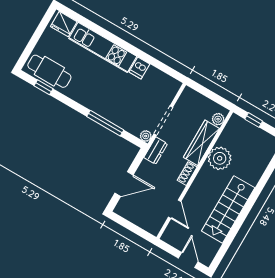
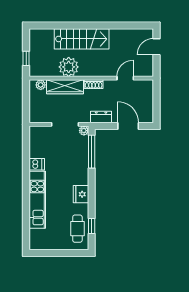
fridge: (64, 24) -> (81, 194), moved, turned 180
cafe table: (49, 71) -> (77, 229), width x0.73, depth x0.74
window: (105, 123) -> (92, 152), moved
dresser: (156, 151) -> (101, 117), moved
stairs: (228, 209) -> (82, 39), moved

